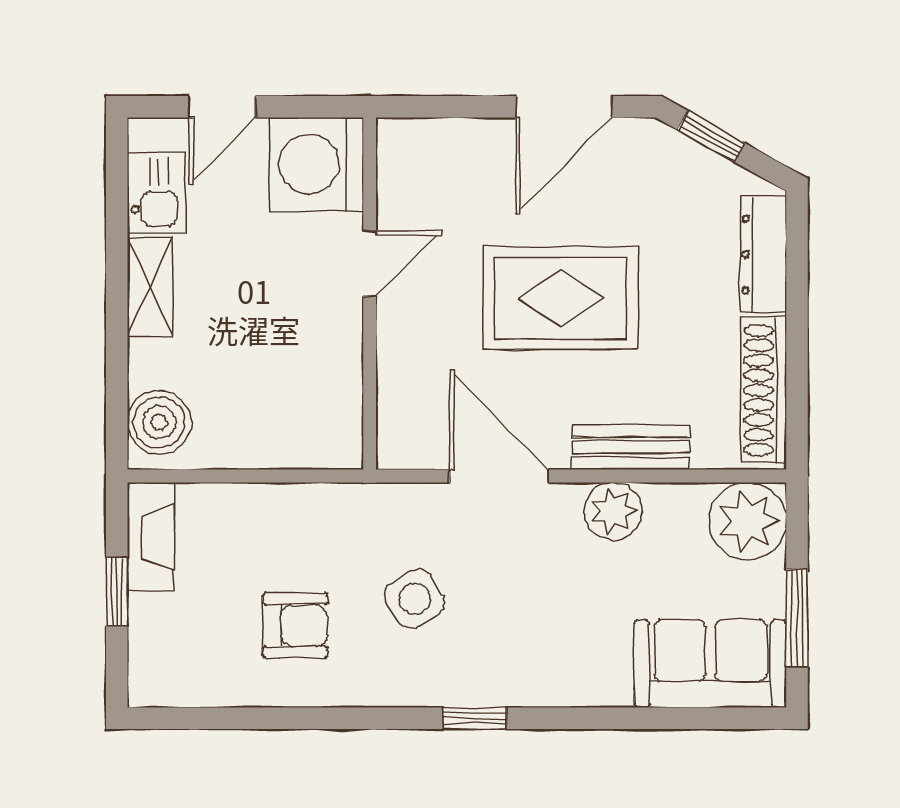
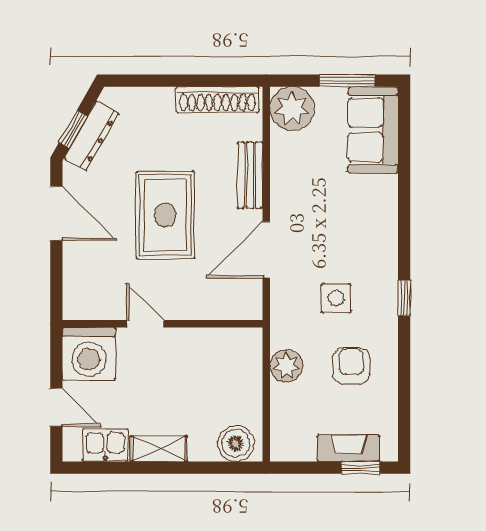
dresser: (764, 254) -> (91, 136), moved, turned -61
plant: (613, 511) -> (286, 366), moved
fireplace: (151, 537) -> (349, 448), moved
window: (117, 592) -> (361, 468), moved
side table: (415, 599) -> (336, 298), turned 32
window: (475, 718) -> (404, 298), moved

